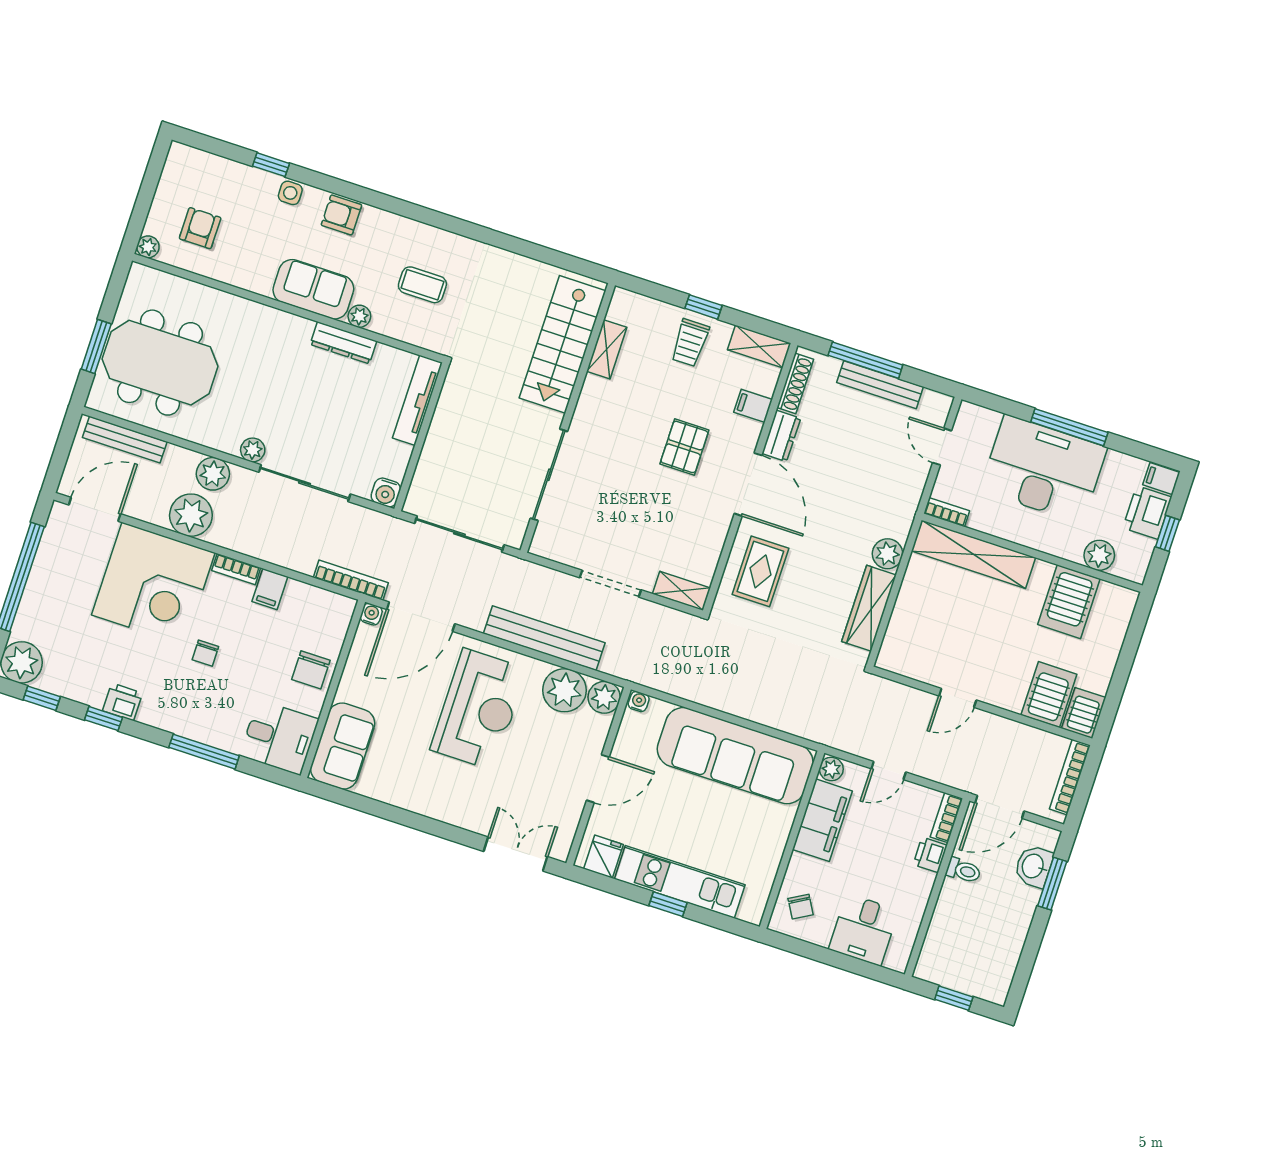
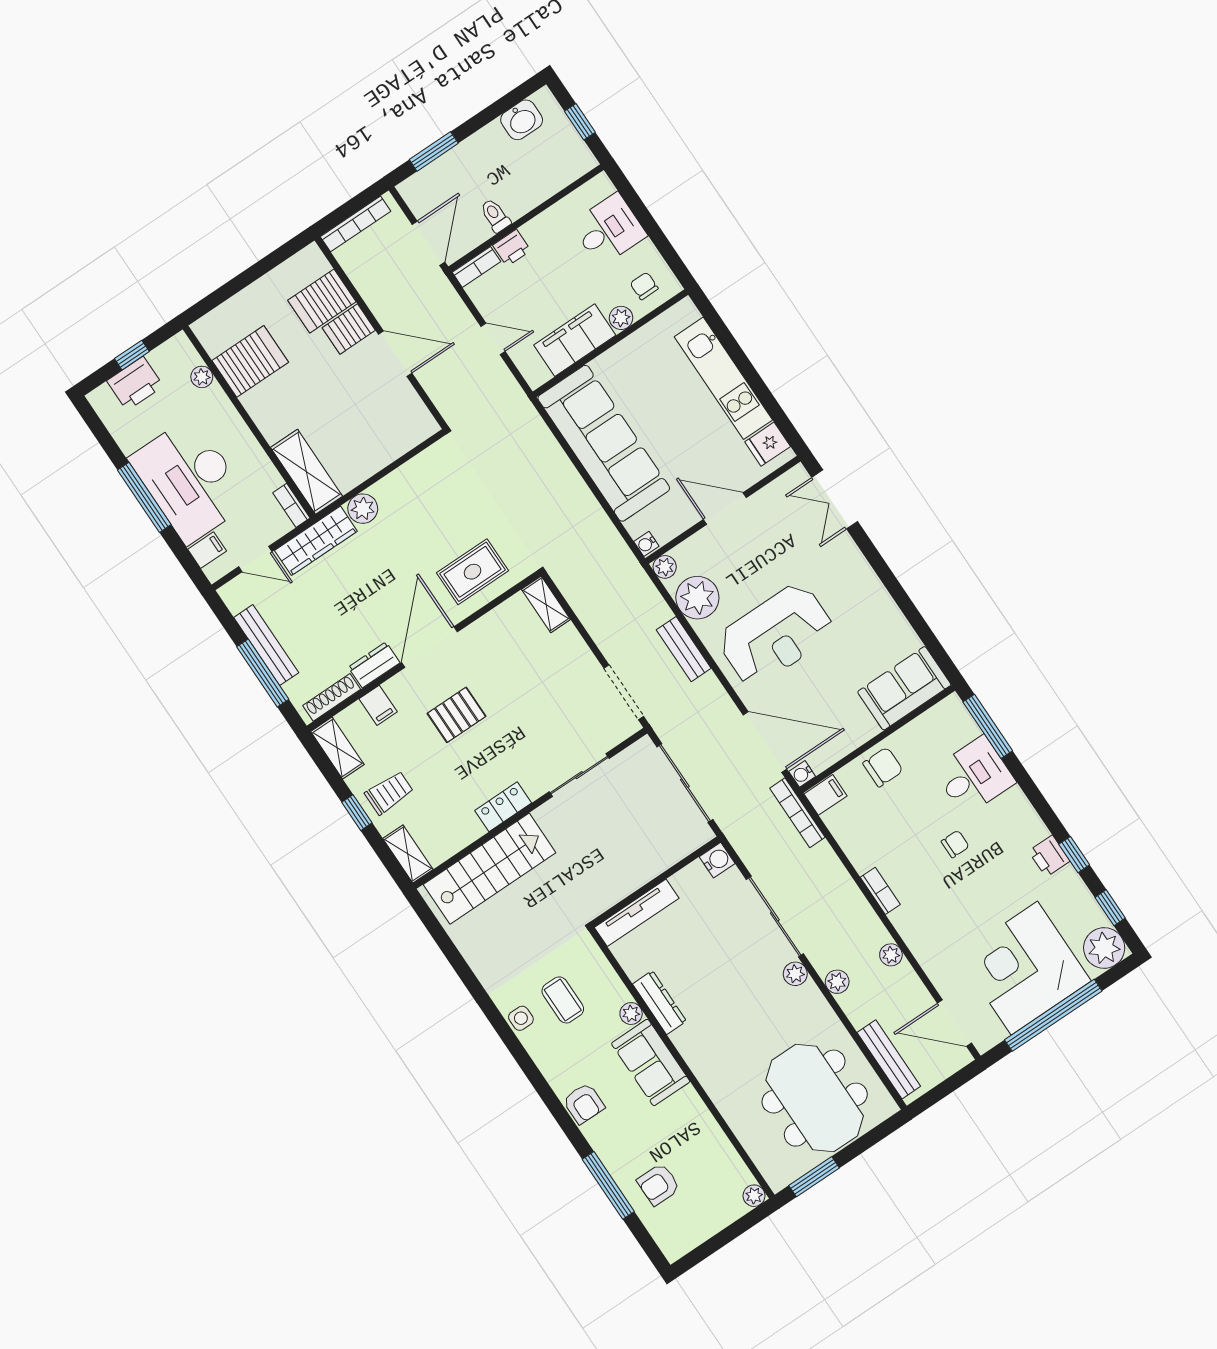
window: (271, 165) -> (608, 1185), width x2.17
side table: (290, 193) -> (521, 1018), moved
armchair: (200, 228) -> (658, 1184), moved
window: (96, 346) -> (814, 1177), moved
shelving: (607, 349) -> (408, 854), moved, turned 90
locker: (590, 402) -> (503, 807), added
door: (942, 447) -> (255, 559), hinge flipped
plant: (213, 474) -> (837, 982), width x0.73, depth x0.73
sliding door: (549, 475) -> (579, 775), width x0.73
filing cabinet: (1161, 479) -> (207, 550), moved, turned -90
plant: (191, 515) -> (891, 955), width x0.53, depth x0.53
shelving: (973, 554) -> (306, 472), width x0.68
plant: (1099, 555) -> (202, 377), width x0.73, depth x0.73
corner desk: (153, 584) -> (1024, 968), moved, turned -90
doorway: (610, 584) -> (624, 692), moved
filing cabinet: (270, 589) -> (826, 795), moved
wardrobe: (869, 608) -> (316, 541), moved
bench: (544, 638) -> (684, 649), width x0.54, depth x0.82
plant: (604, 697) -> (665, 567), width x0.73, depth x0.73
door: (958, 698) -> (395, 354), width x1.38
reception desk: (479, 709) -> (776, 635), turned 180
server rack: (1084, 713) -> (349, 329), moved
desk: (279, 737) -> (974, 776), moved, turned 90
window: (204, 752) -> (988, 726), moved
plant: (831, 769) -> (621, 318), moved
door: (1000, 807) -> (428, 243), hinge flipped
washbasin: (1034, 866) -> (522, 120), moved
window: (668, 904) -> (746, 368), removed
chair: (801, 907) -> (644, 286), turned -60

